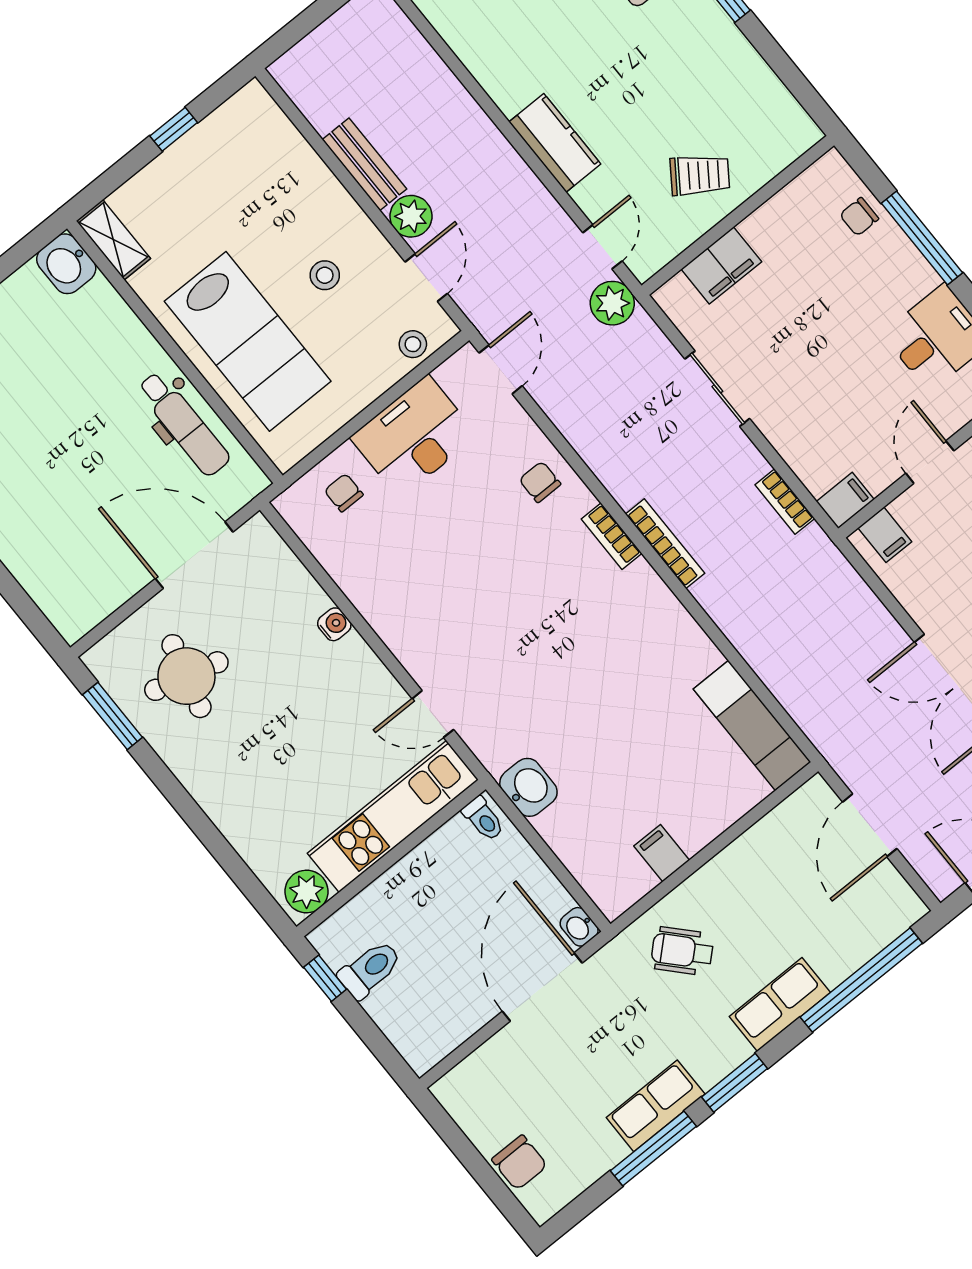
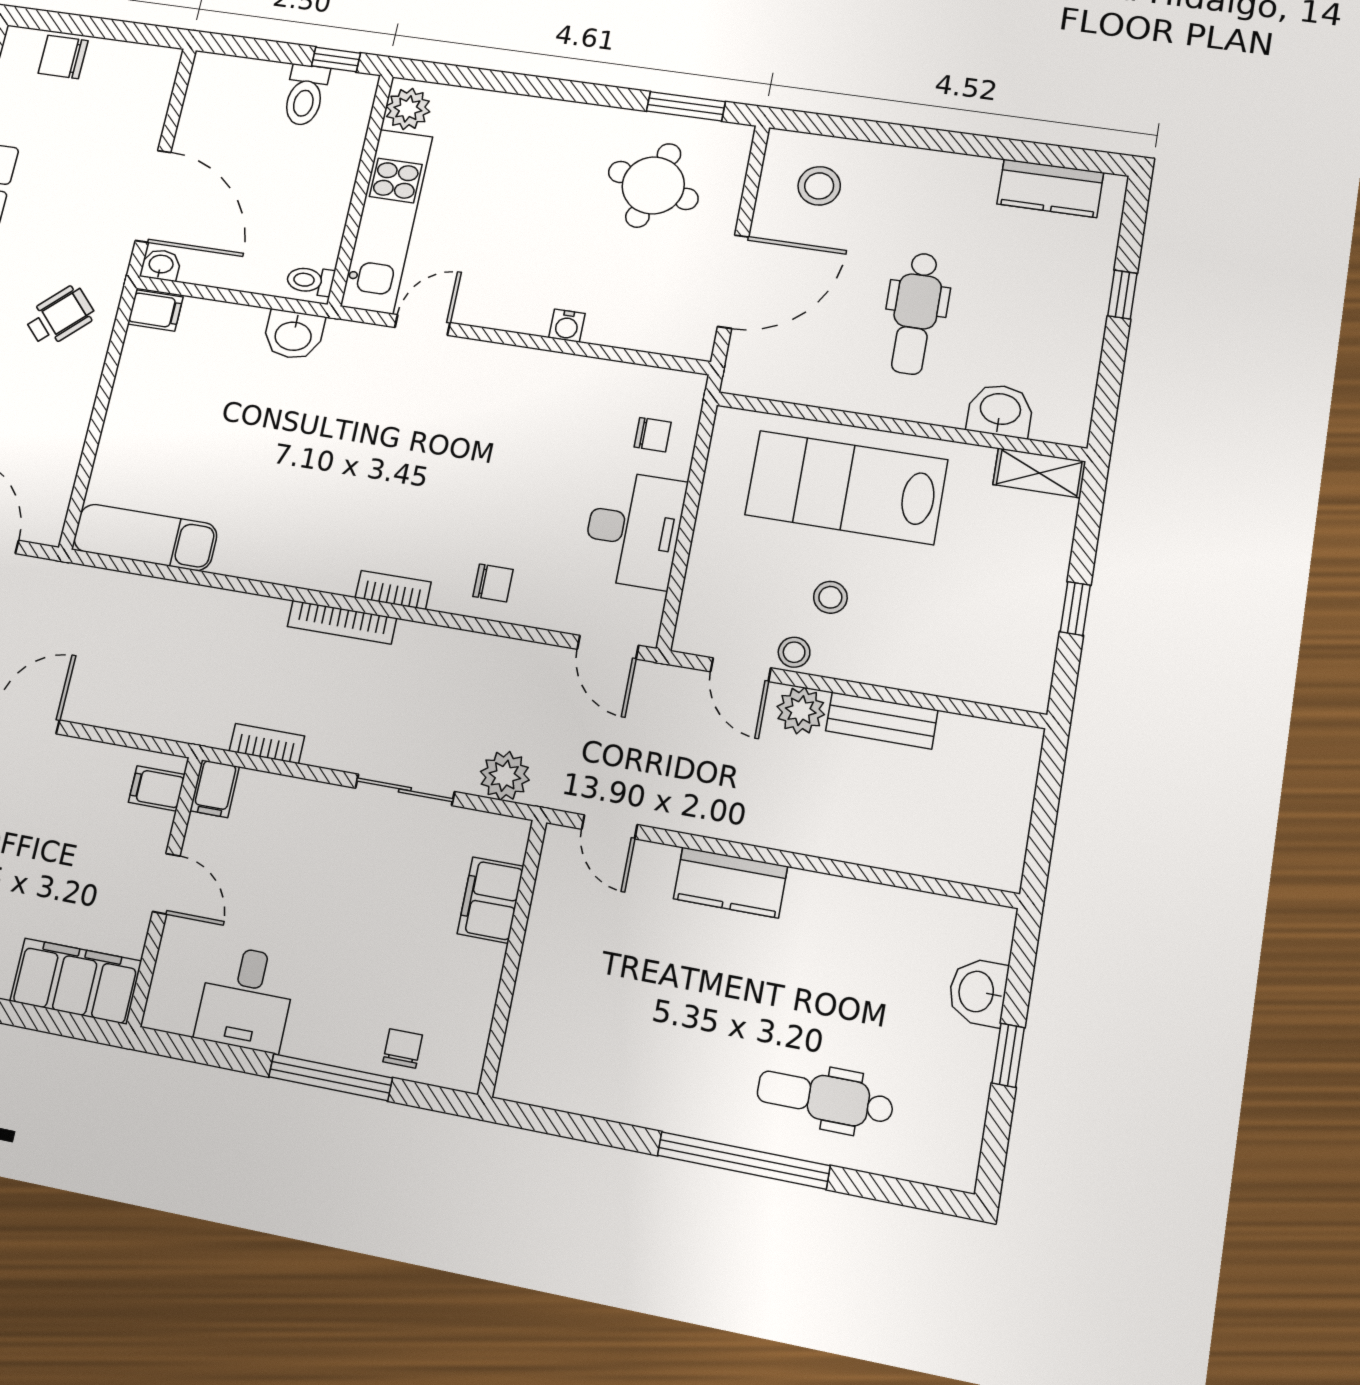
trolley: (700, 175) -> (577, 964), removed
washbasin: (66, 264) -> (1000, 410), moved
plant: (612, 303) -> (505, 776), moved
stool: (413, 344) -> (794, 652), moved
dental chair: (184, 424) -> (916, 313), moved, turned -90
stool: (75, 573) -> (819, 186), added
filing cabinet: (662, 853) -> (155, 310), moved

